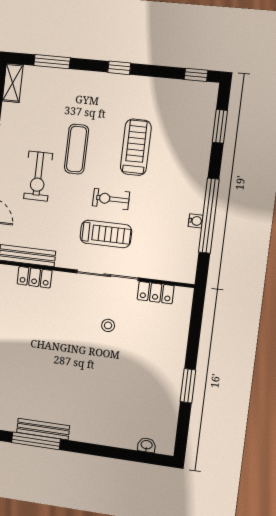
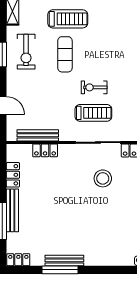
treadmill: (136, 147) -> (68, 19), moved, turned 90
exercise bike: (38, 176) -> (26, 52), moved
stool: (108, 325) -> (103, 178), width x1.89, depth x1.89

